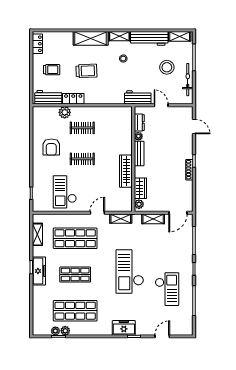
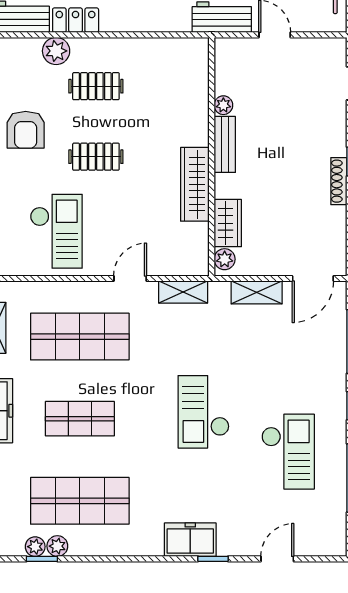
dresser: (139, 123) -> (225, 74), removed
checkout: (65, 192) -> (56, 231), turned 180
checkout: (130, 271) -> (204, 412), width x0.73, depth x0.83

